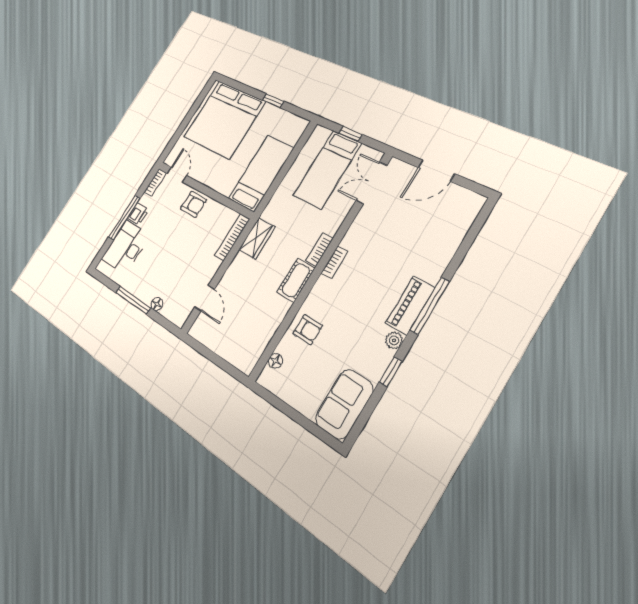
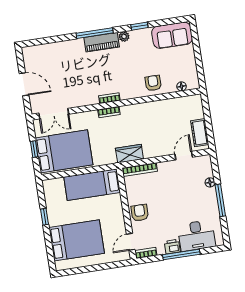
bed: (224, 120) -> (77, 240), width x0.73
bed: (327, 169) -> (64, 151), width x1.50
cot: (296, 280) -> (200, 133), moved, turned 90

